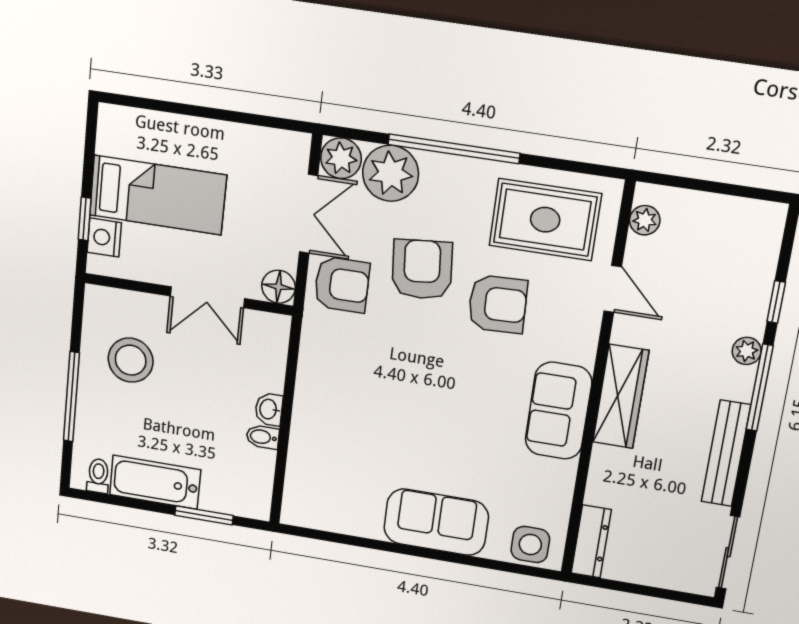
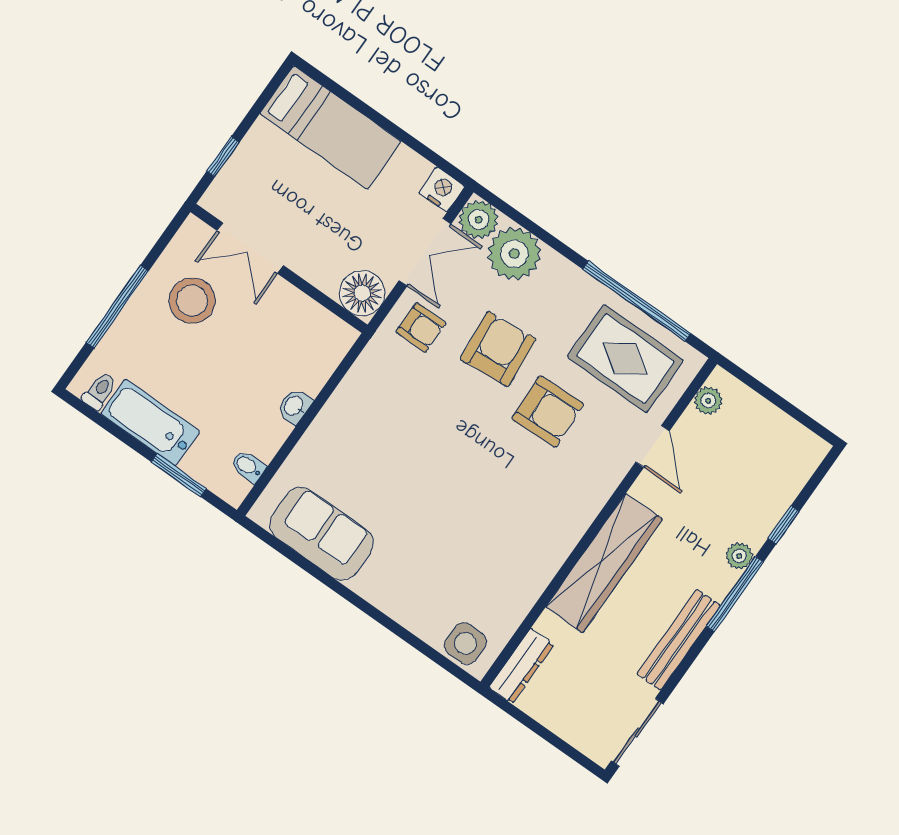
window: (454, 149) -> (637, 301), moved
bed: (158, 195) -> (330, 128), moved
nightstand: (104, 237) -> (442, 189), moved, turned 90
armchair: (342, 285) -> (421, 327), width x0.72, depth x0.72
floor lamp: (279, 287) -> (362, 293), width x1.38, depth x1.38
double door: (207, 297) -> (250, 248), moved
wardrobe: (621, 396) -> (604, 563), width x1.40, depth x1.17
sofa: (558, 411) -> (553, 532), removed
bidet: (263, 437) -> (248, 466), moved
sofa: (436, 522) -> (321, 534), moved

